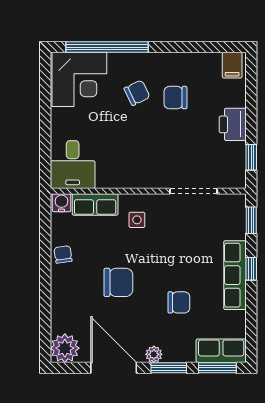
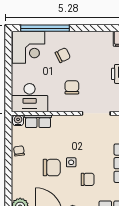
chair: (175, 98) -> (72, 87), moved, turned 90
desk: (73, 165) -> (30, 98), width x1.37
side table: (137, 220) -> (71, 162), moved

